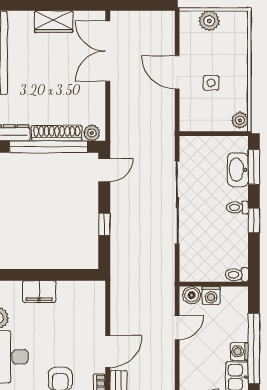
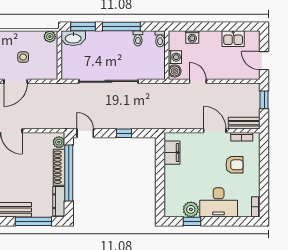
washbasin: (238, 170) -> (73, 38), moved
toilet: (237, 207) -> (138, 38), moved
window: (254, 221) -> (121, 27), width x2.17
filing cabinet: (39, 292) -> (172, 153), moved
window: (254, 349) -> (213, 27), removed
washing machine: (239, 351) -> (192, 37), moved

